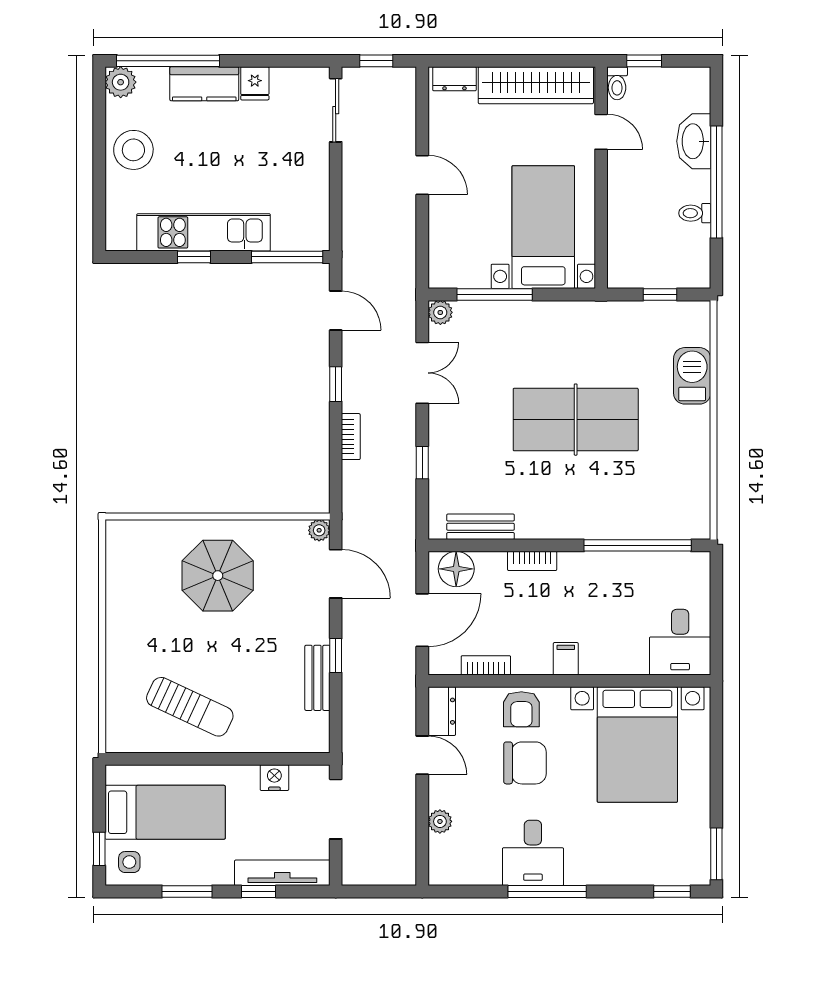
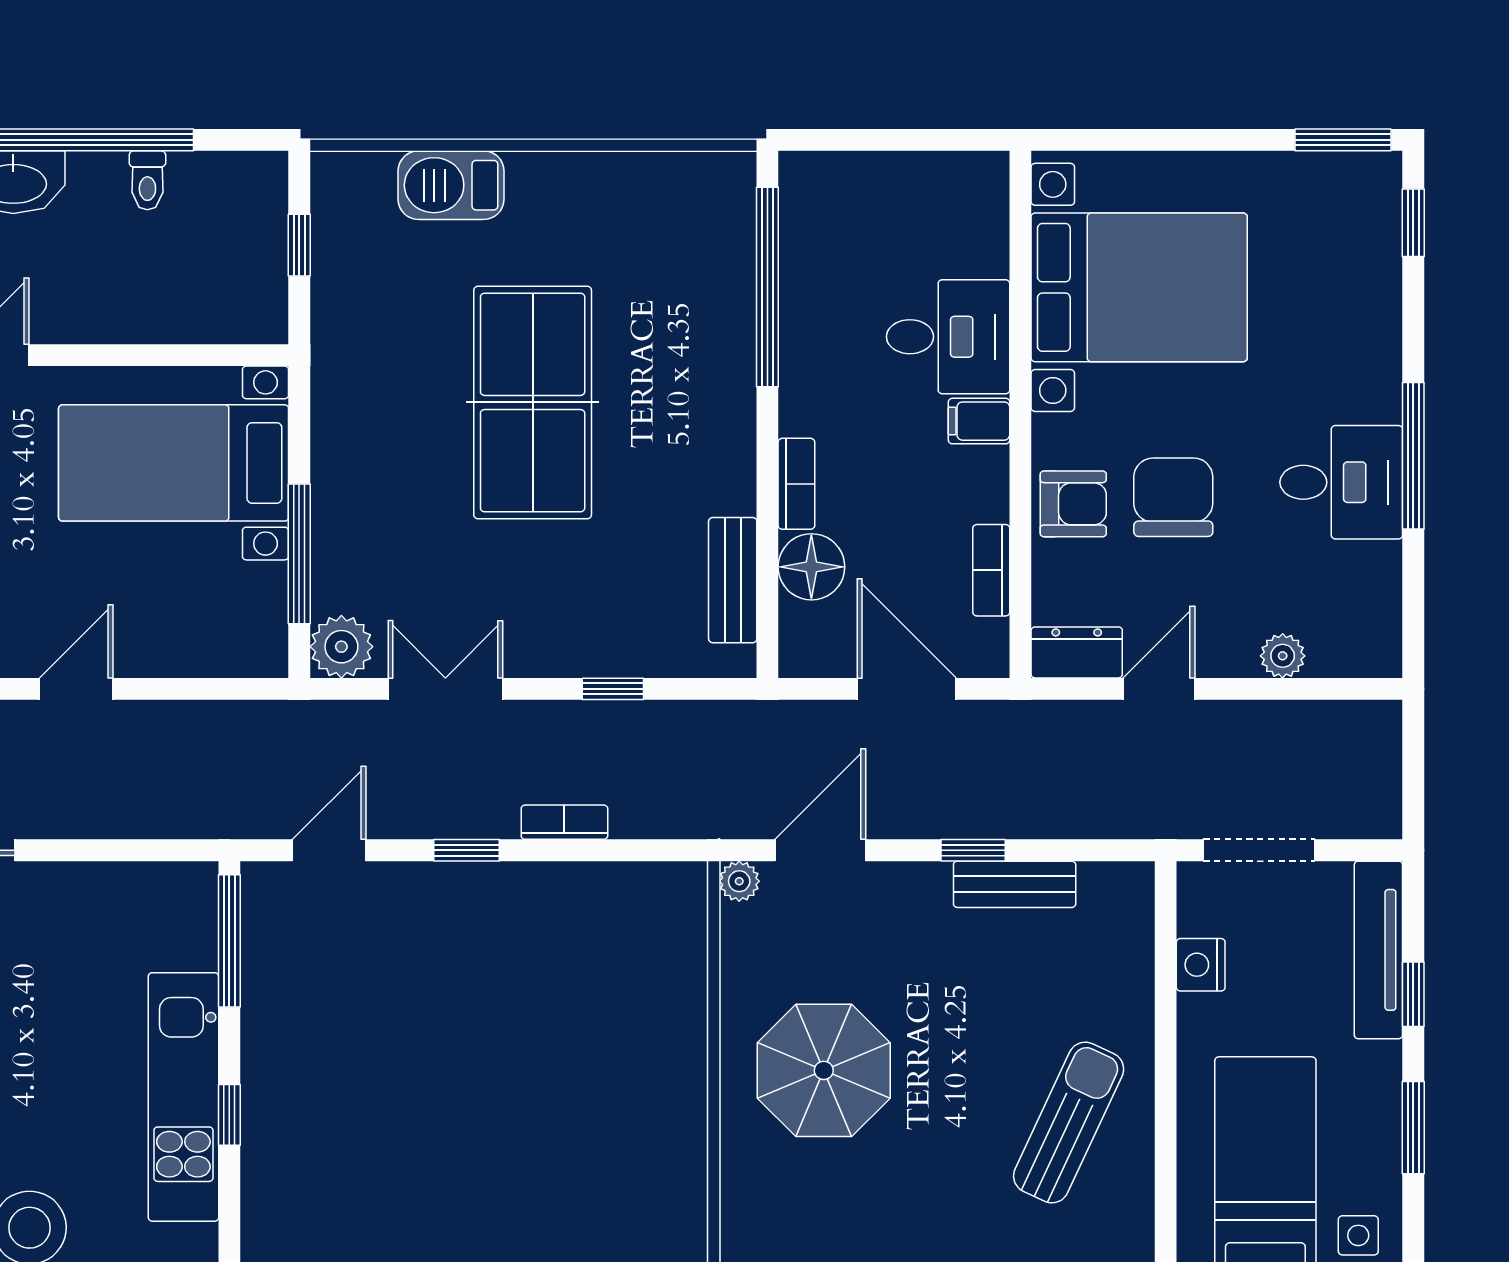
plant: (440, 312) -> (341, 647), width x1.38, depth x1.38
floor lamp: (456, 569) -> (811, 567), moved
desk: (680, 642) -> (948, 337), moved

